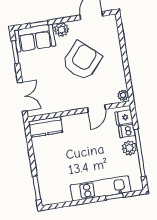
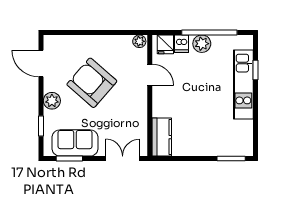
sofa: (35, 38) -> (75, 143), moved, turned -90

